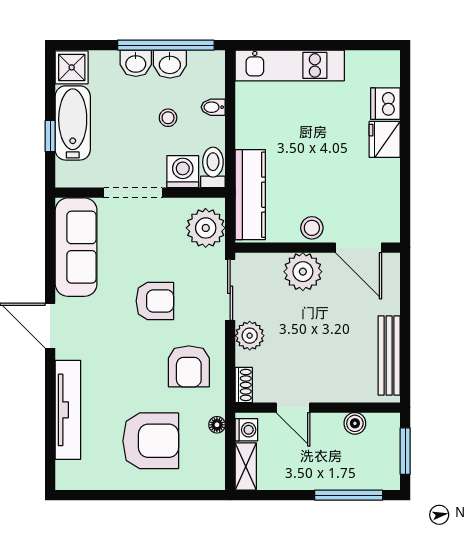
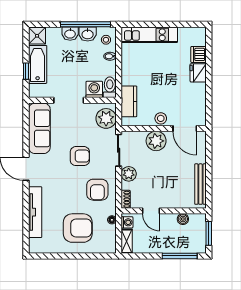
stool: (168, 118) -> (106, 40), moved
kitchen counter: (250, 195) -> (129, 101), width x0.67

